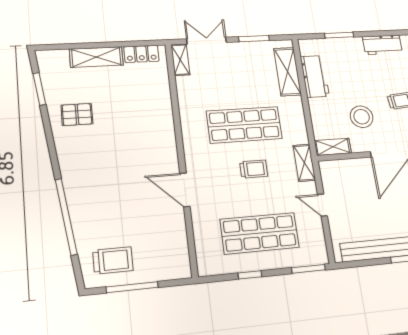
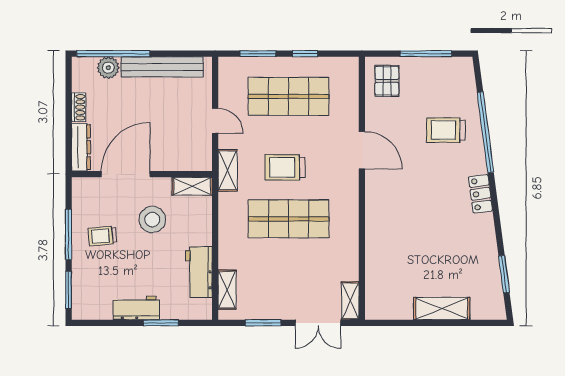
workbench: (382, 45) -> (136, 308), moved
locker: (141, 54) -> (480, 194), moved, turned -97
shelving: (287, 72) -> (227, 290), width x0.67, depth x0.75
pallet: (77, 114) -> (387, 81), moved, turned 90
trolley: (254, 169) -> (285, 167), width x1.36, depth x1.39
trolley: (113, 260) -> (446, 130), moved
window: (308, 269) -> (258, 54), moved

